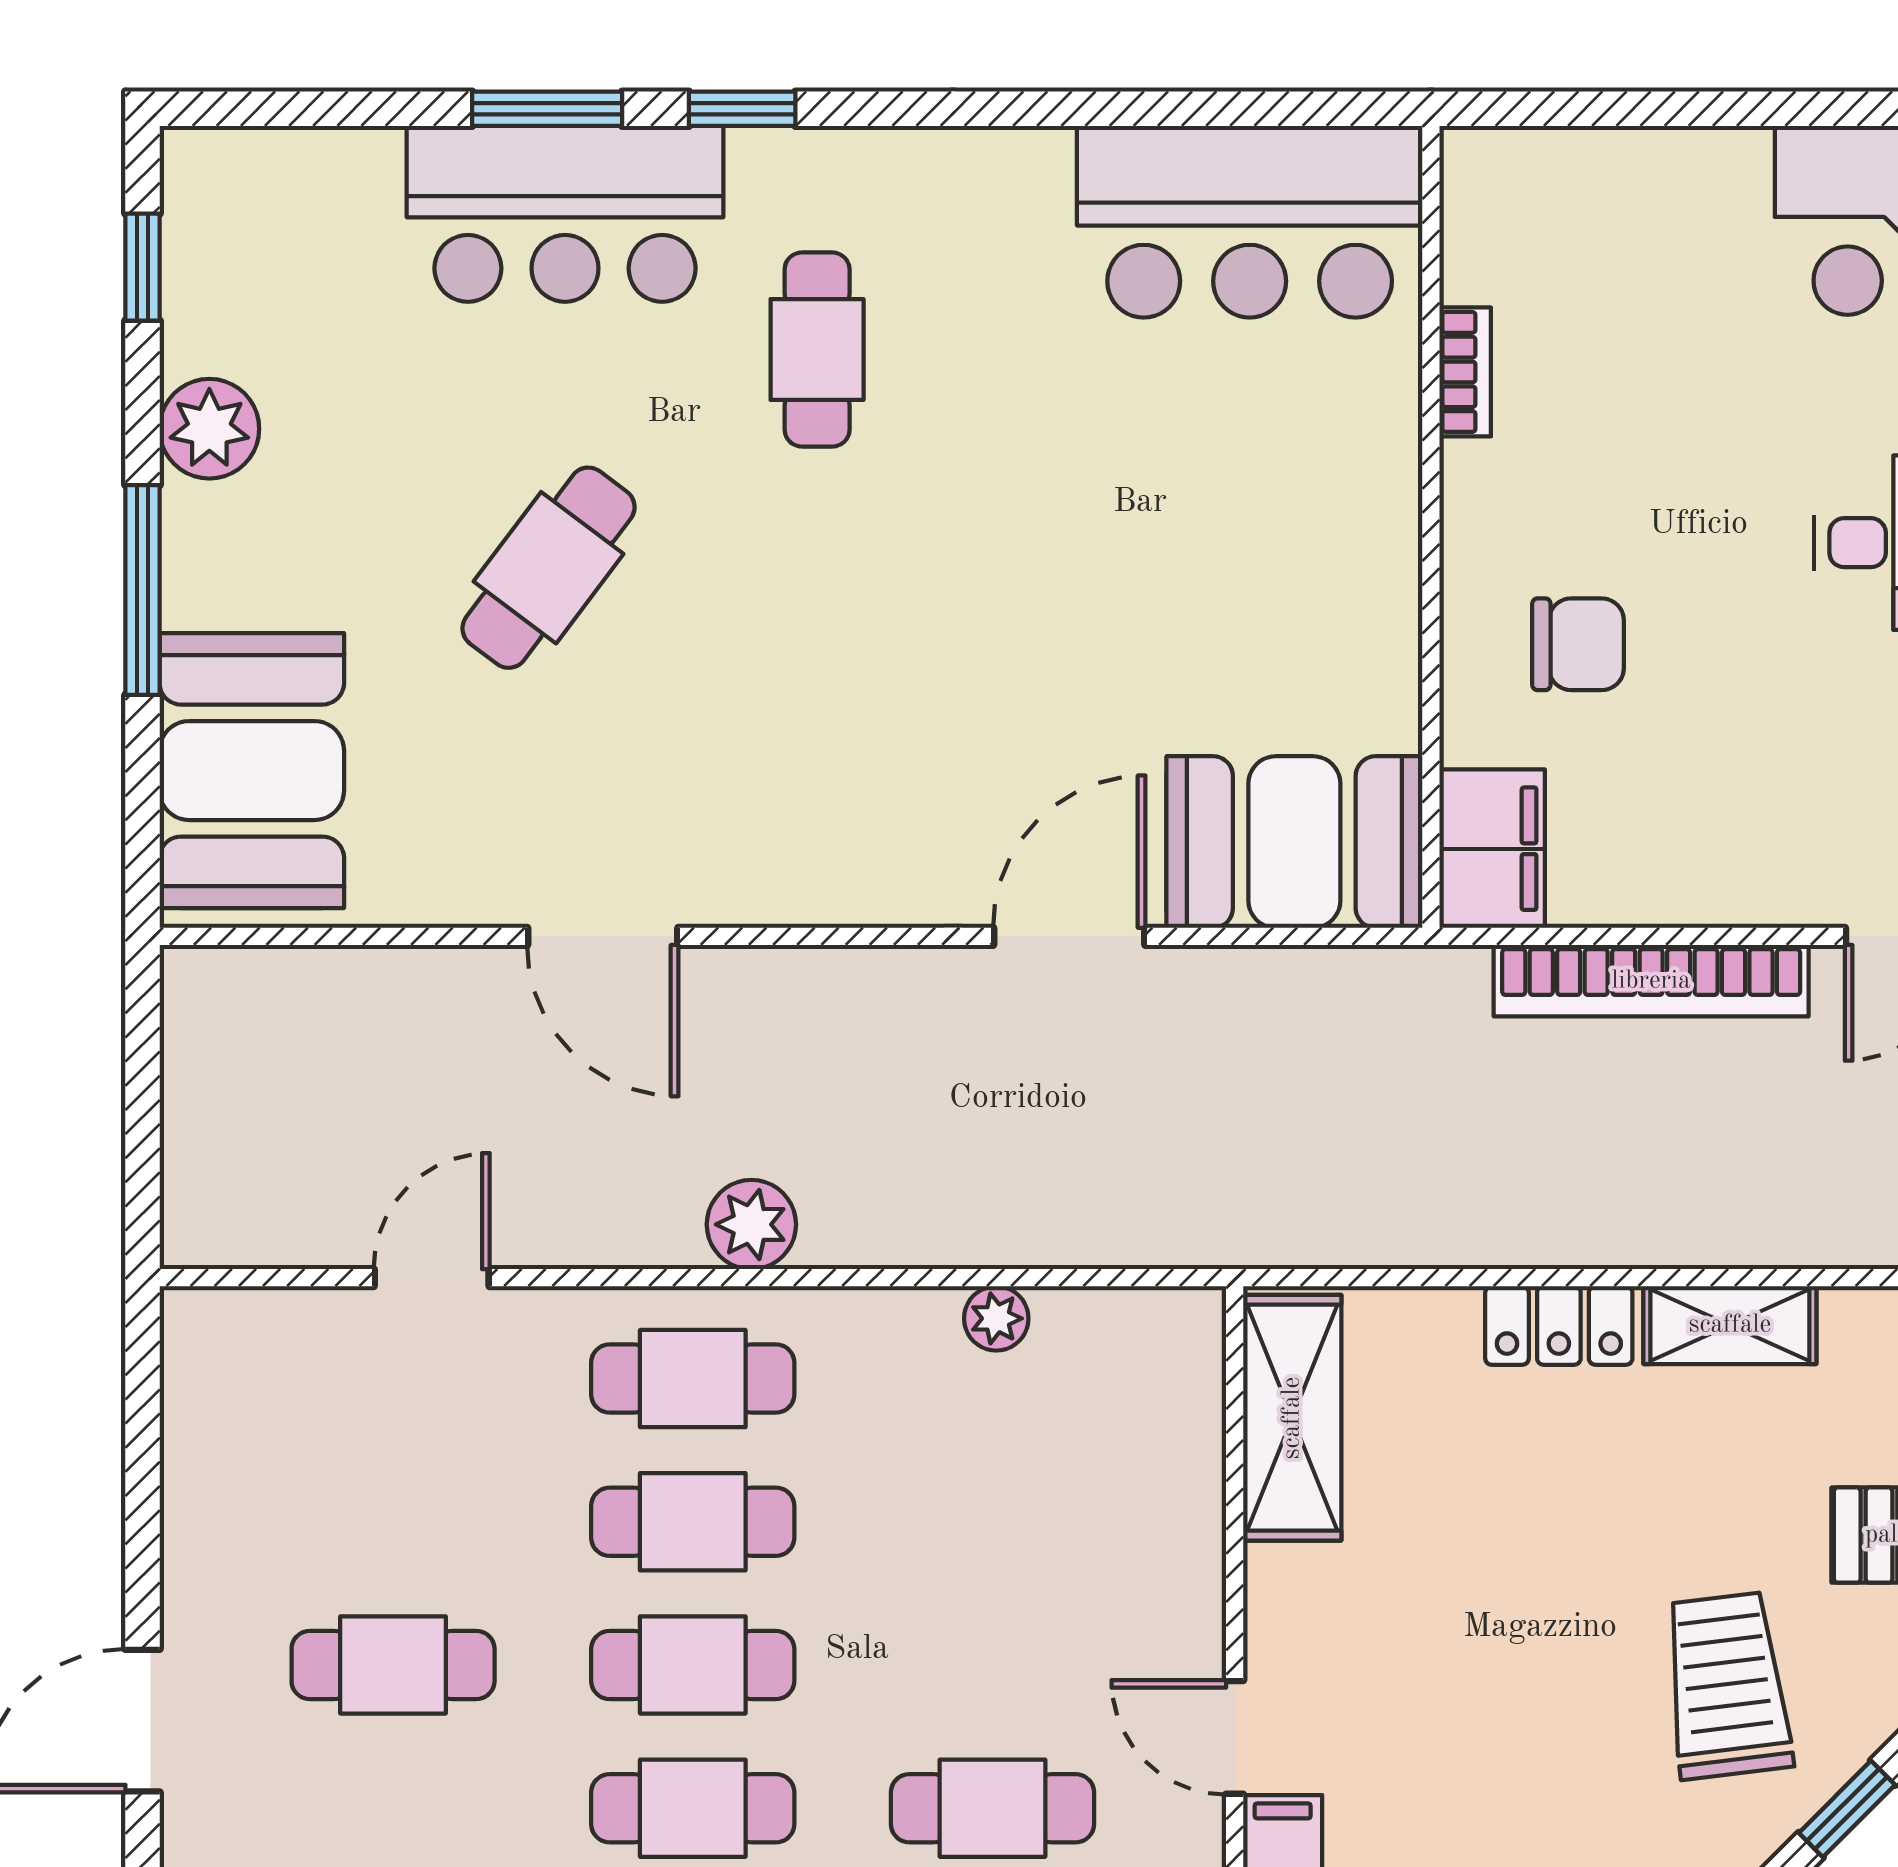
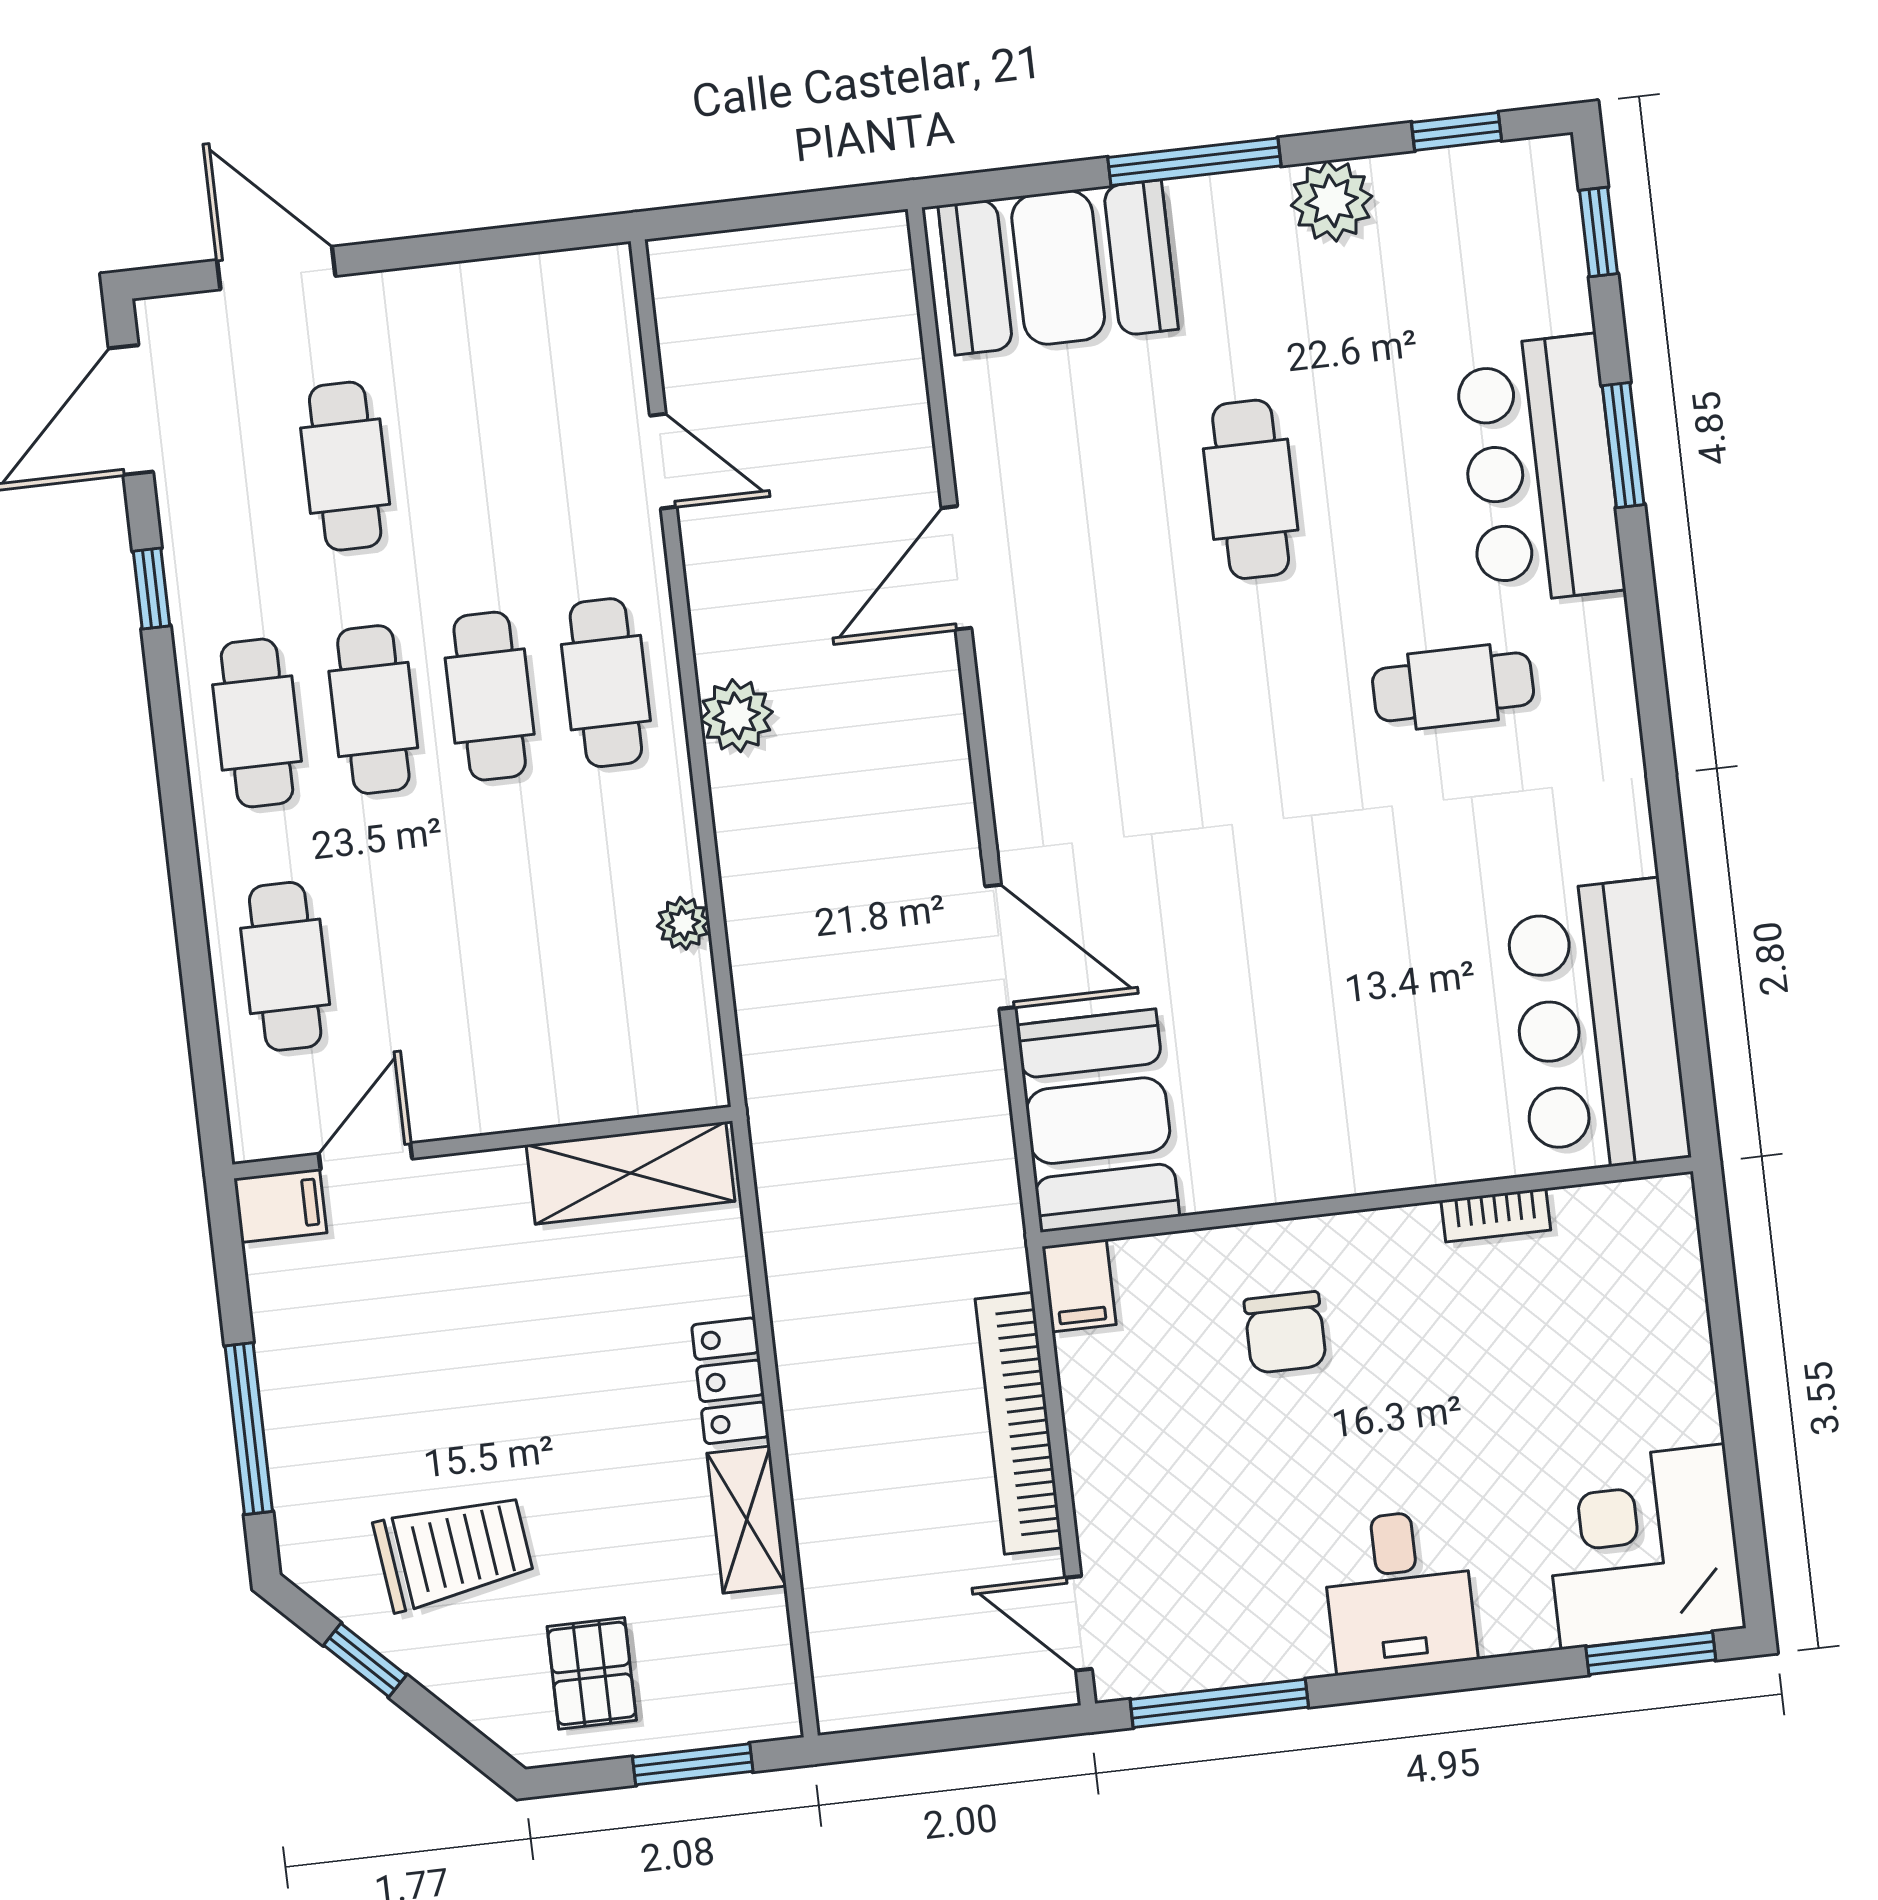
window: (742, 109) -> (1598, 232), moved
cafe table: (549, 568) -> (1251, 489), turned 53
filing cabinet: (1492, 849) -> (1079, 1286), width x0.50

